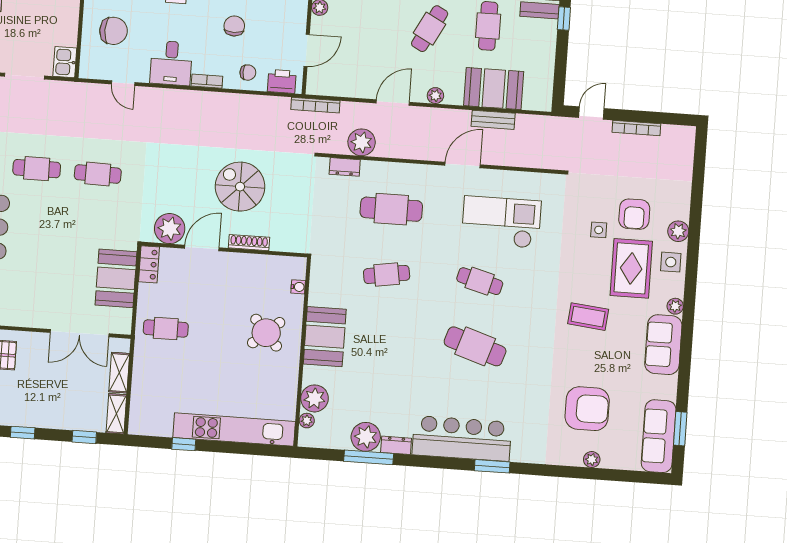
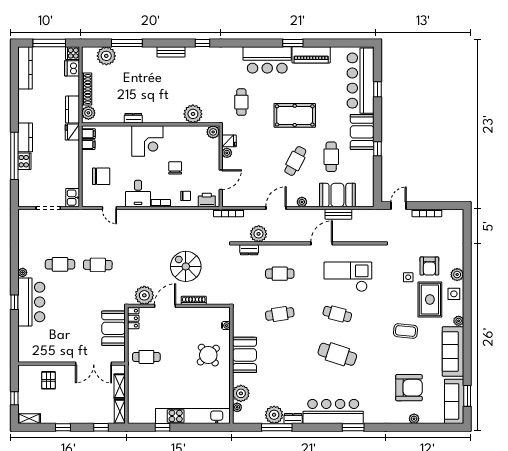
cafe table: (391, 209) -> (280, 274), width x0.73, depth x0.74
sofa: (663, 345) -> (453, 351), width x1.36

